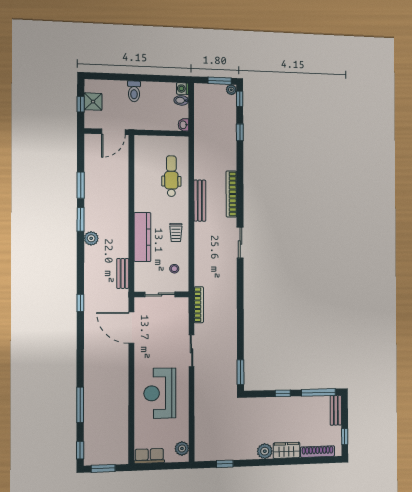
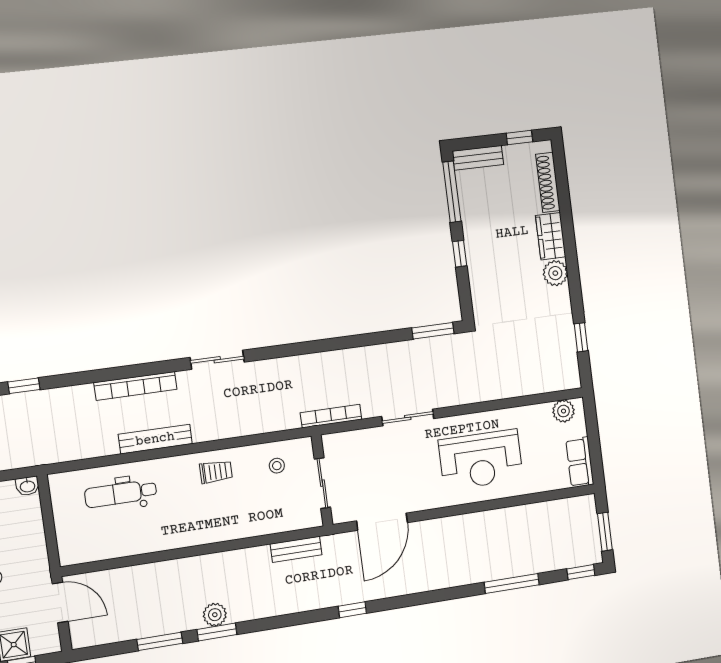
kitchen counter: (142, 237) -> (231, 527), removed
plant: (91, 238) -> (215, 615), moved

